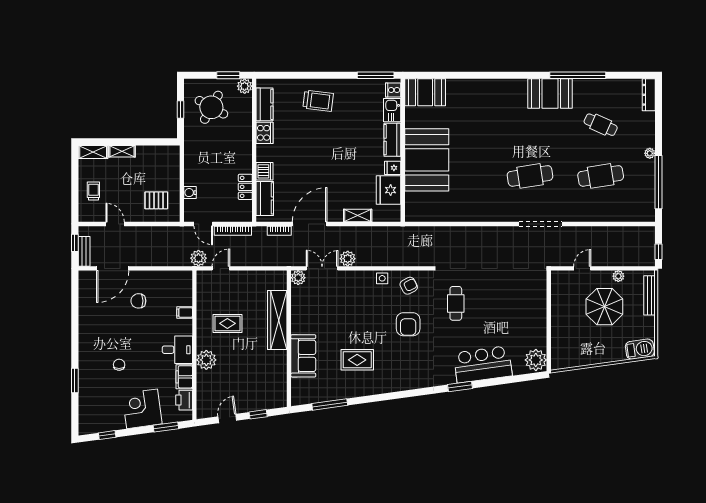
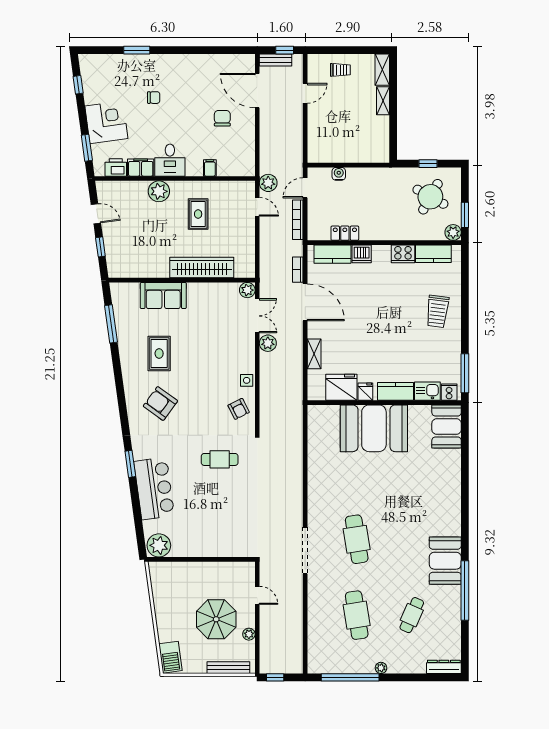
pallet: (156, 200) -> (330, 138), removed
armchair: (408, 324) -> (160, 404), moved, turned 36

